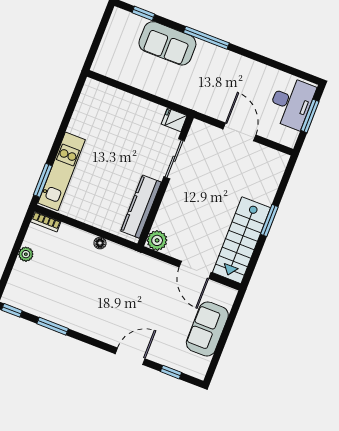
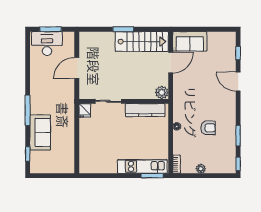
armchair: (80, 287) -> (208, 128), added
sofa: (207, 329) -> (190, 41), moved

